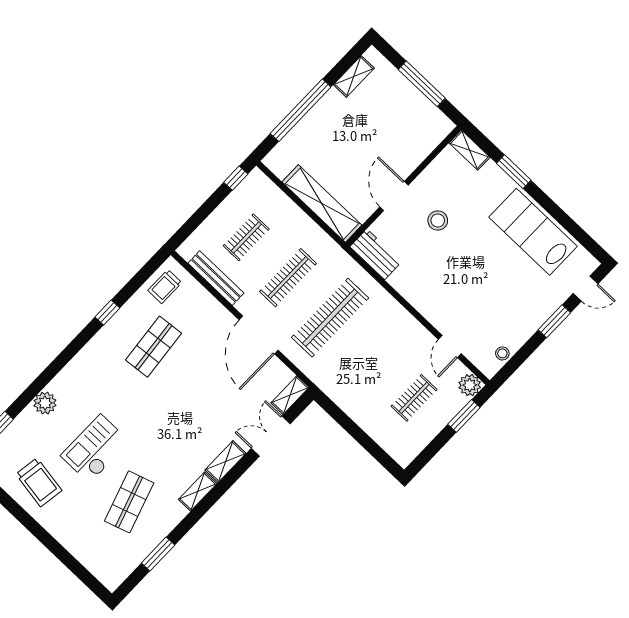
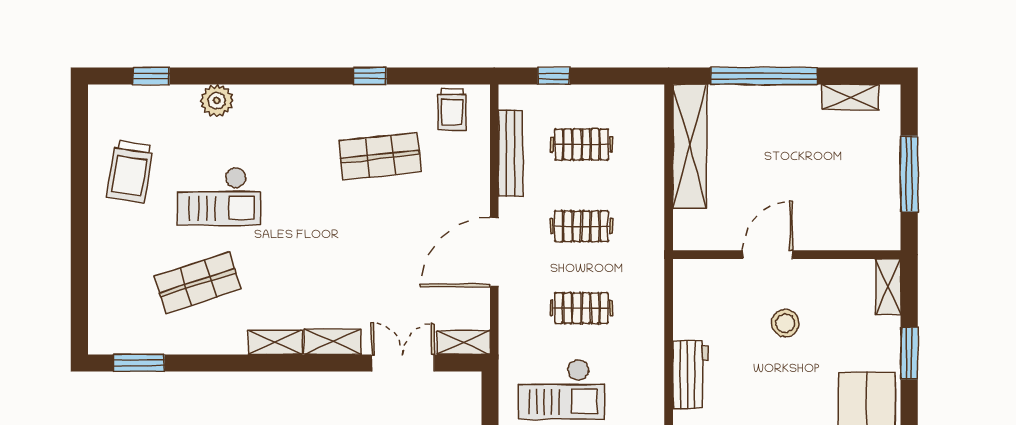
window: (236, 178) -> (554, 76), moved
shelving: (322, 204) -> (690, 146), moved
workbench: (376, 254) -> (690, 375), moved
clothes rail: (288, 278) -> (581, 226), width x0.73
trolley: (165, 287) -> (452, 109), turned -90
clothes rail: (330, 318) -> (581, 308), width x0.54, depth x0.76
checkout: (362, 368) -> (561, 389), added
checkout: (95, 449) -> (219, 196), turned 180
window: (158, 554) -> (139, 363), moved

